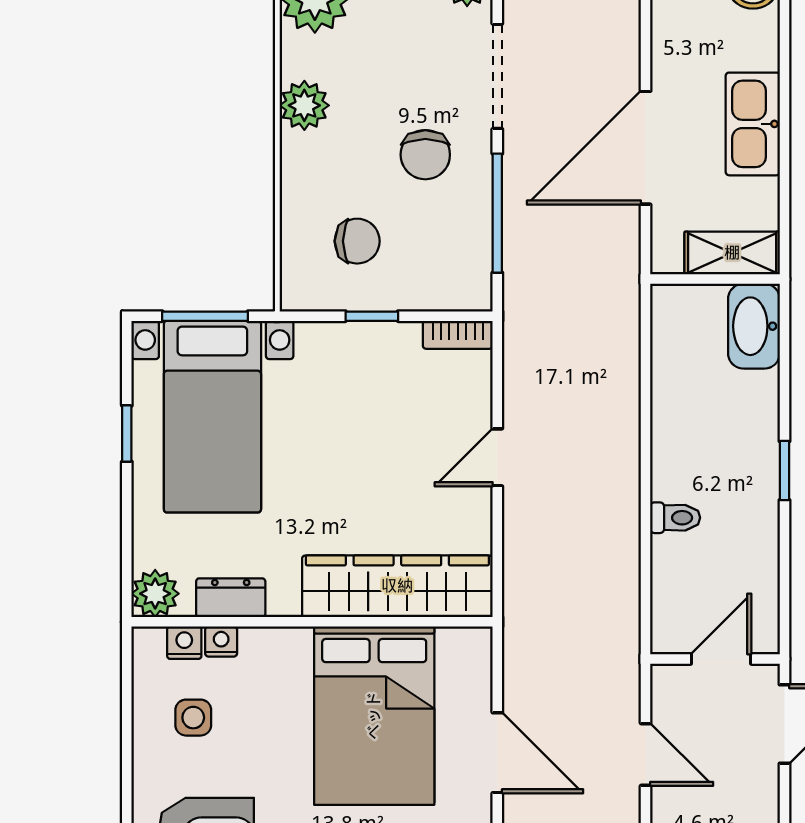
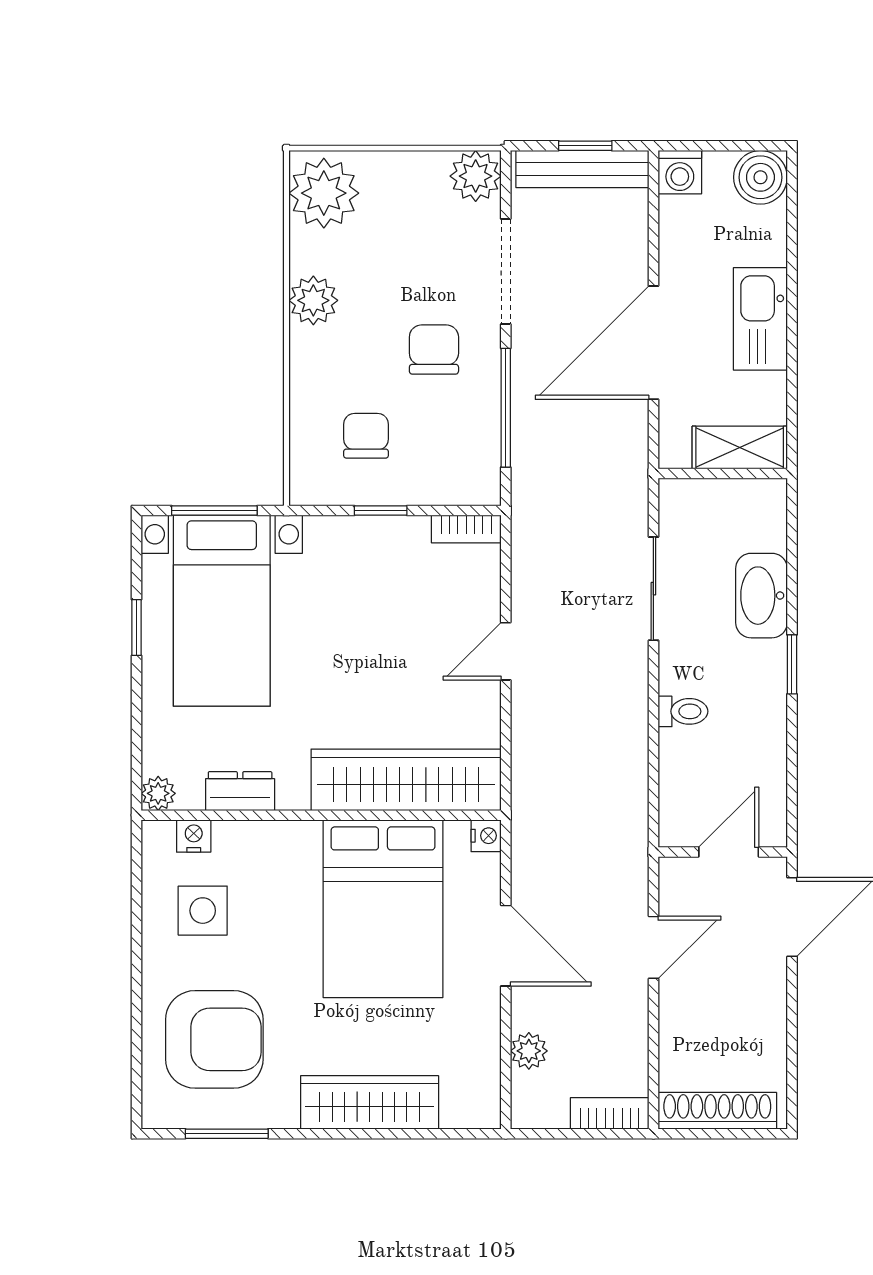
chair: (425, 155) -> (434, 350), turned 180
chair: (357, 241) -> (366, 436), turned -90
washbasin: (754, 326) -> (761, 596), moved
sliding door: (646, 395) -> (653, 589), added
plant: (155, 594) -> (158, 793), width x0.73, depth x0.73
nightstand: (221, 642) -> (486, 836), moved, turned 90
side table: (193, 718) -> (203, 911), width x1.37, depth x1.37
door: (646, 754) -> (653, 947), hinge flipped

